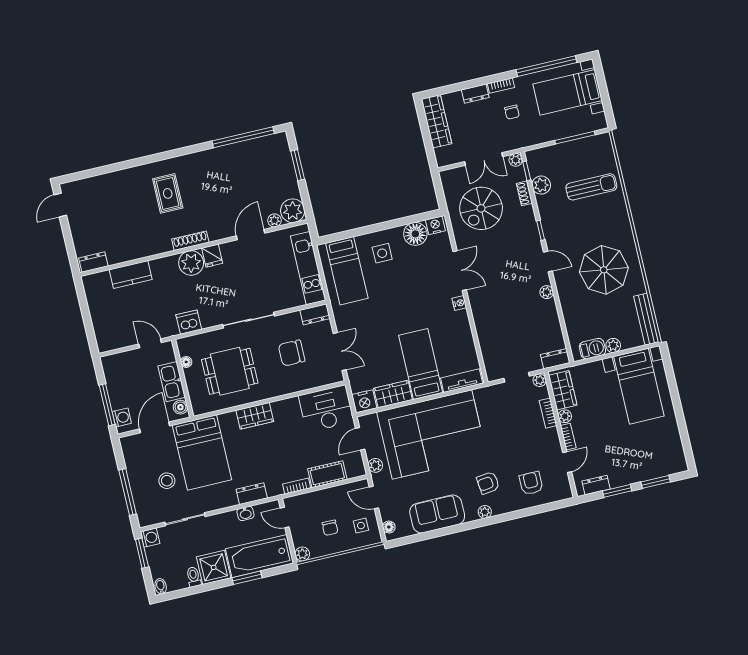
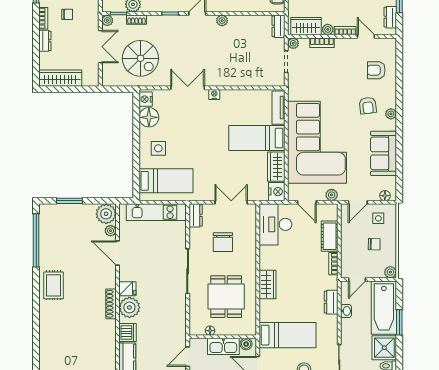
rug: (168, 193) -> (53, 285), moved, turned 90
dishwasher: (189, 322) -> (128, 333), moved, turned 180
bed: (202, 452) -> (288, 335), width x0.67

